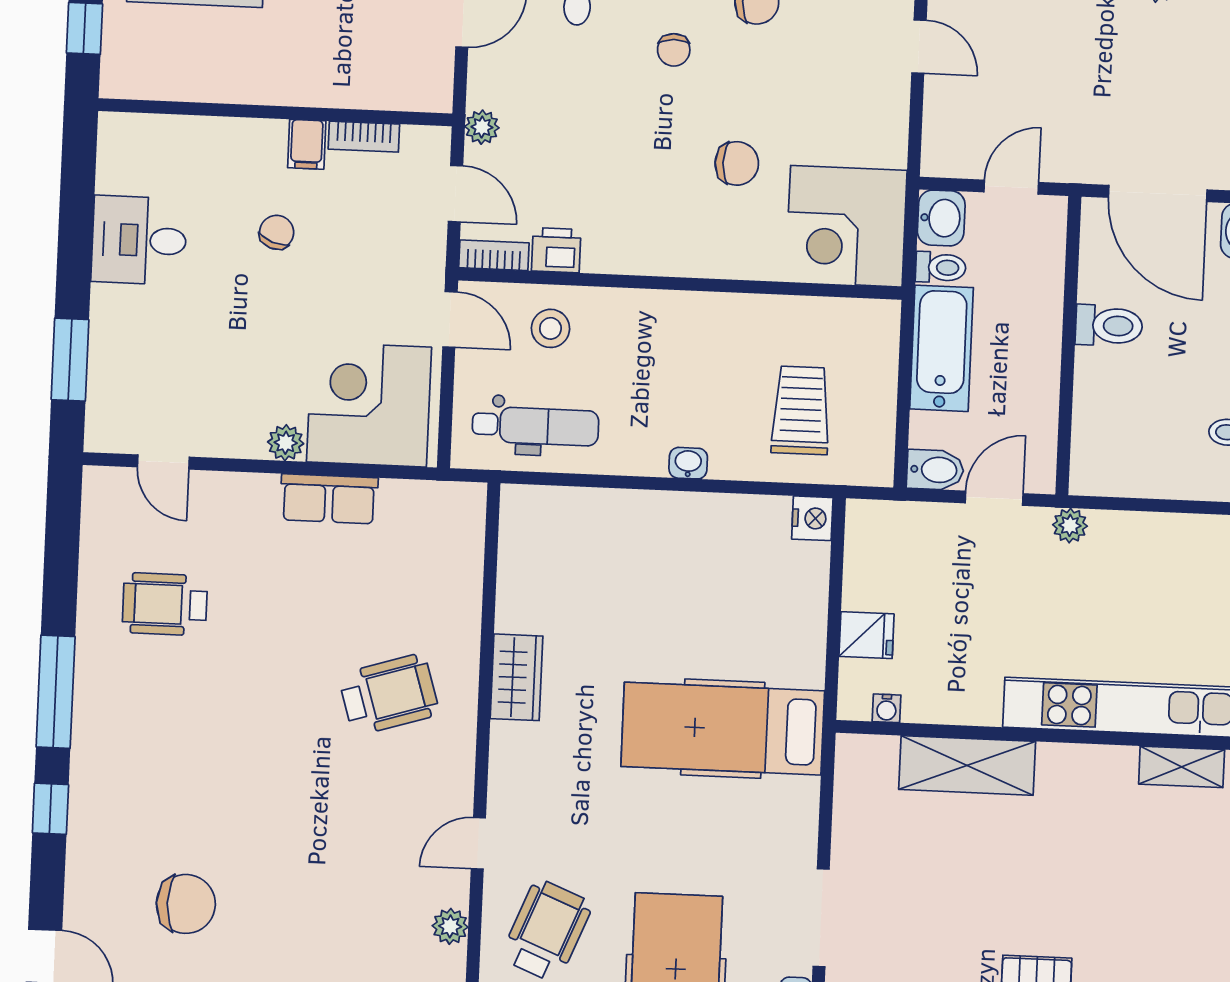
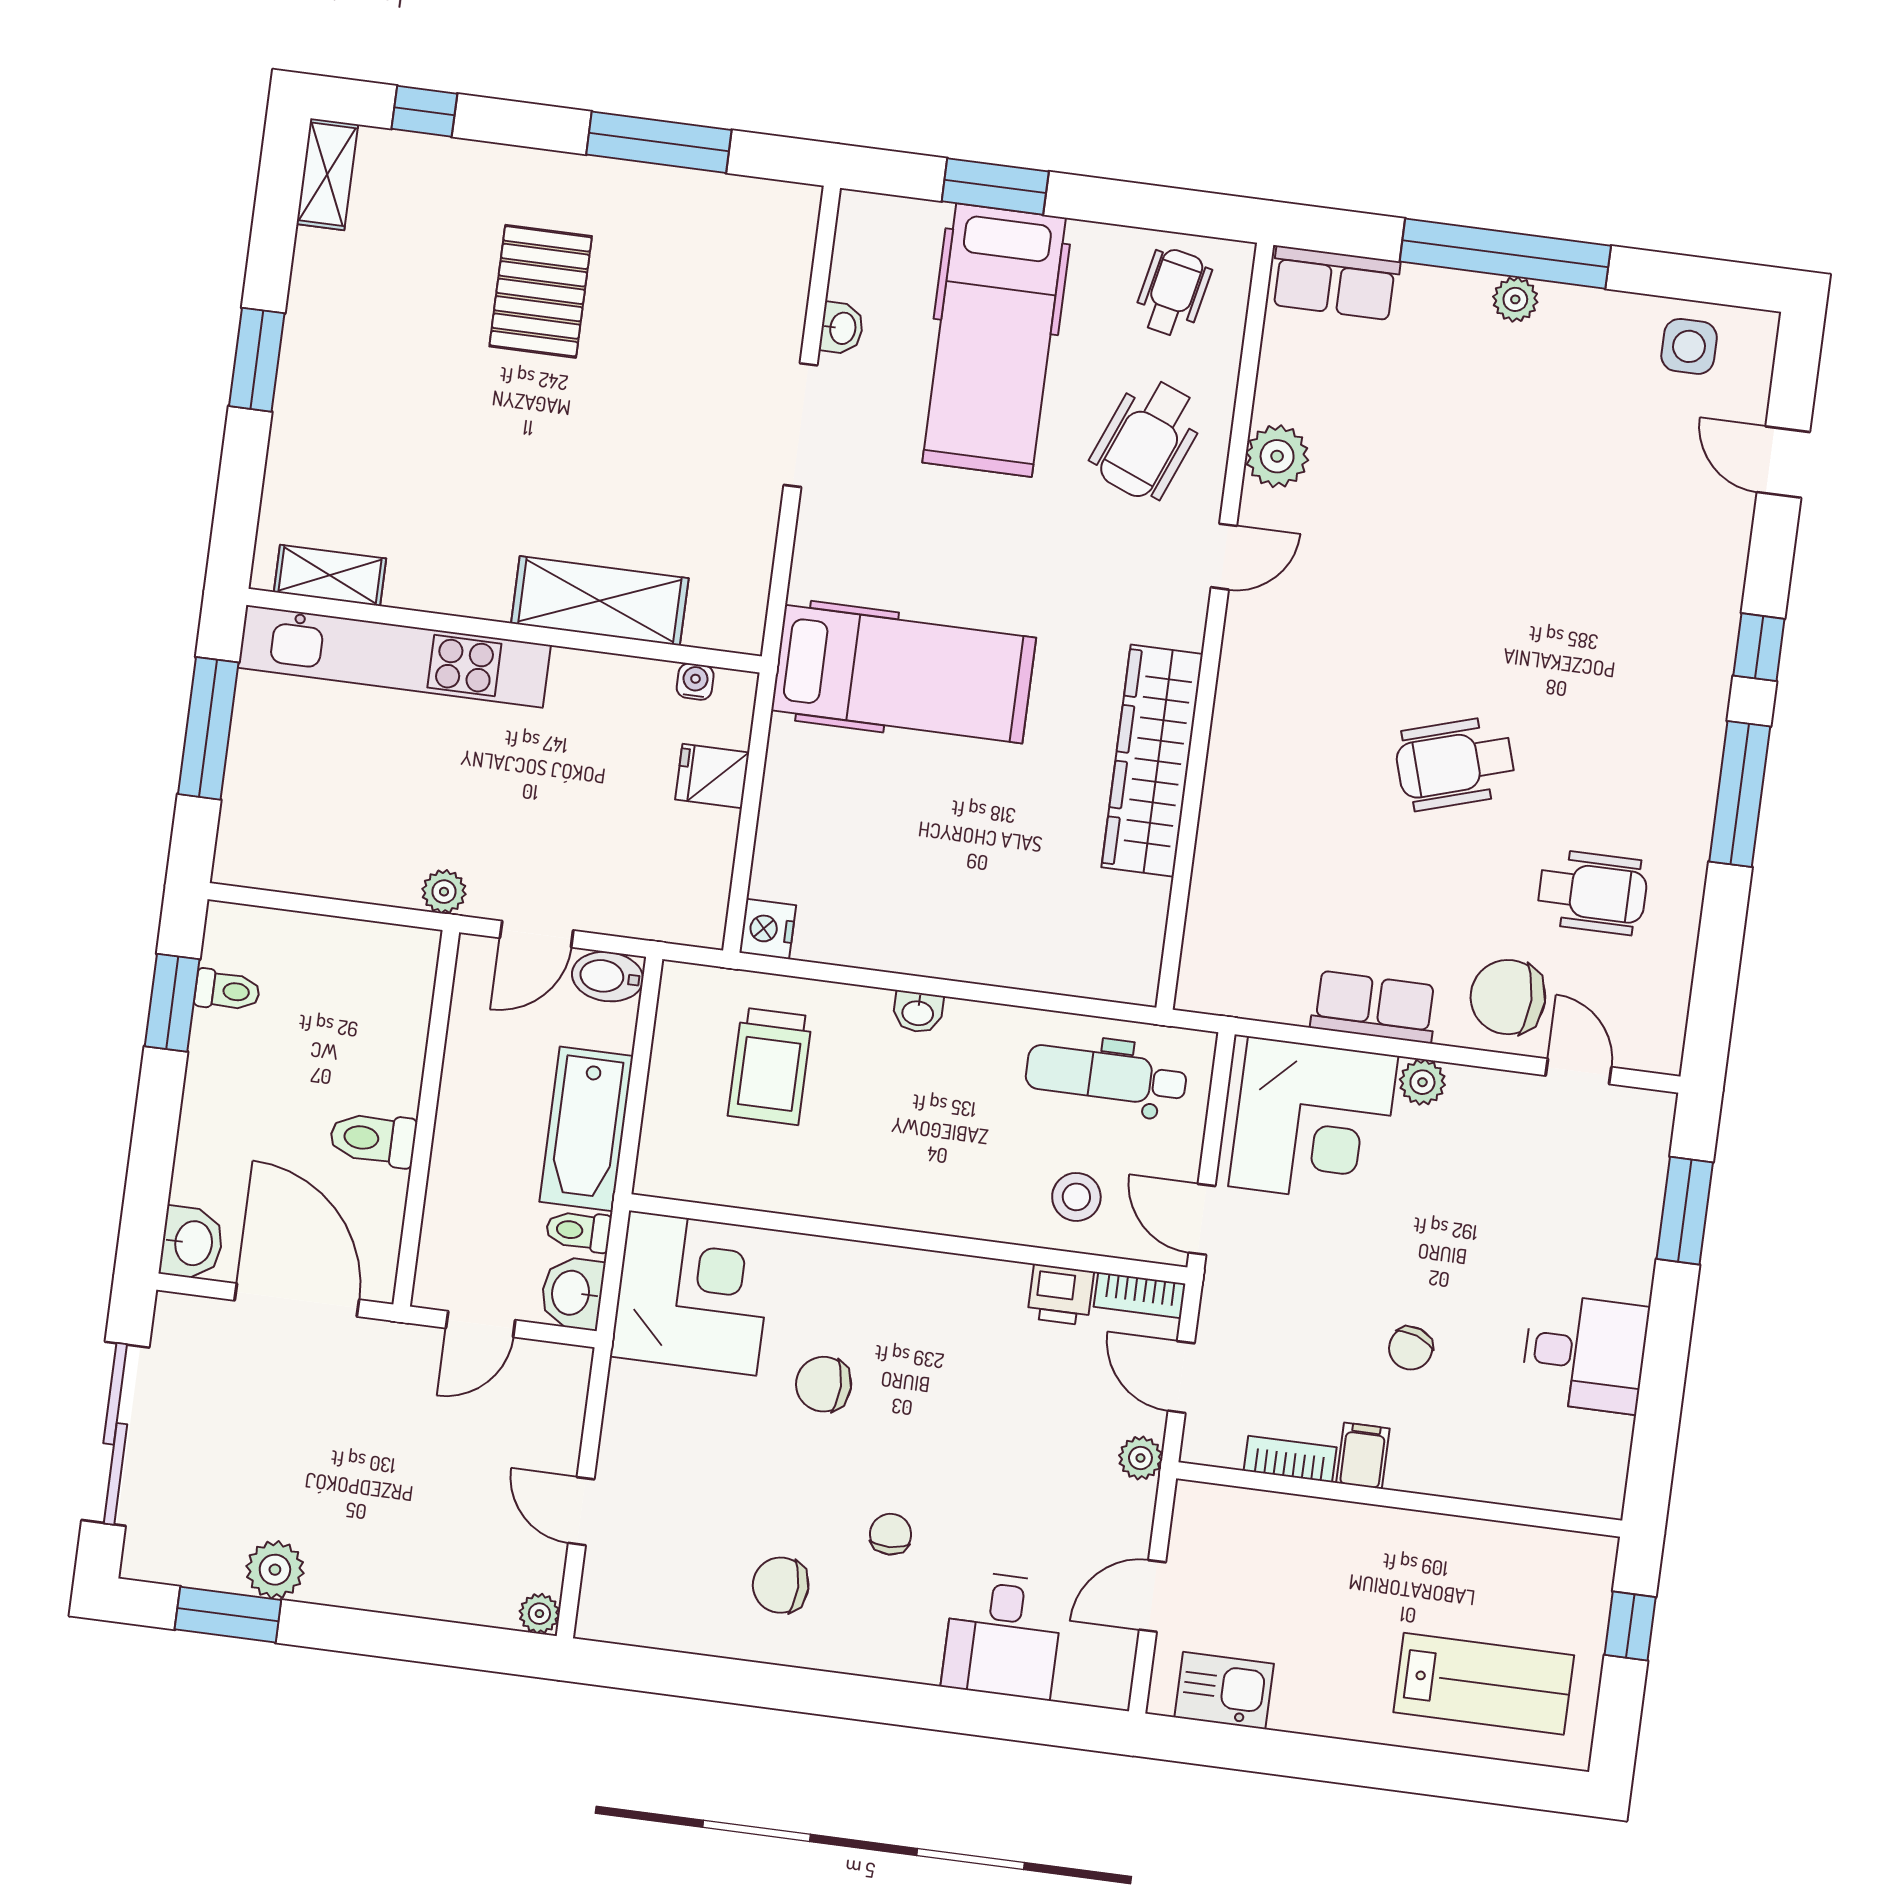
wardrobe: (517, 677) -> (1152, 761), width x2.10, depth x1.17
wheelchair: (389, 694) -> (1455, 763), moved
chair: (186, 904) -> (1508, 997), moved
plant: (450, 926) -> (1277, 456), width x1.38, depth x1.38

